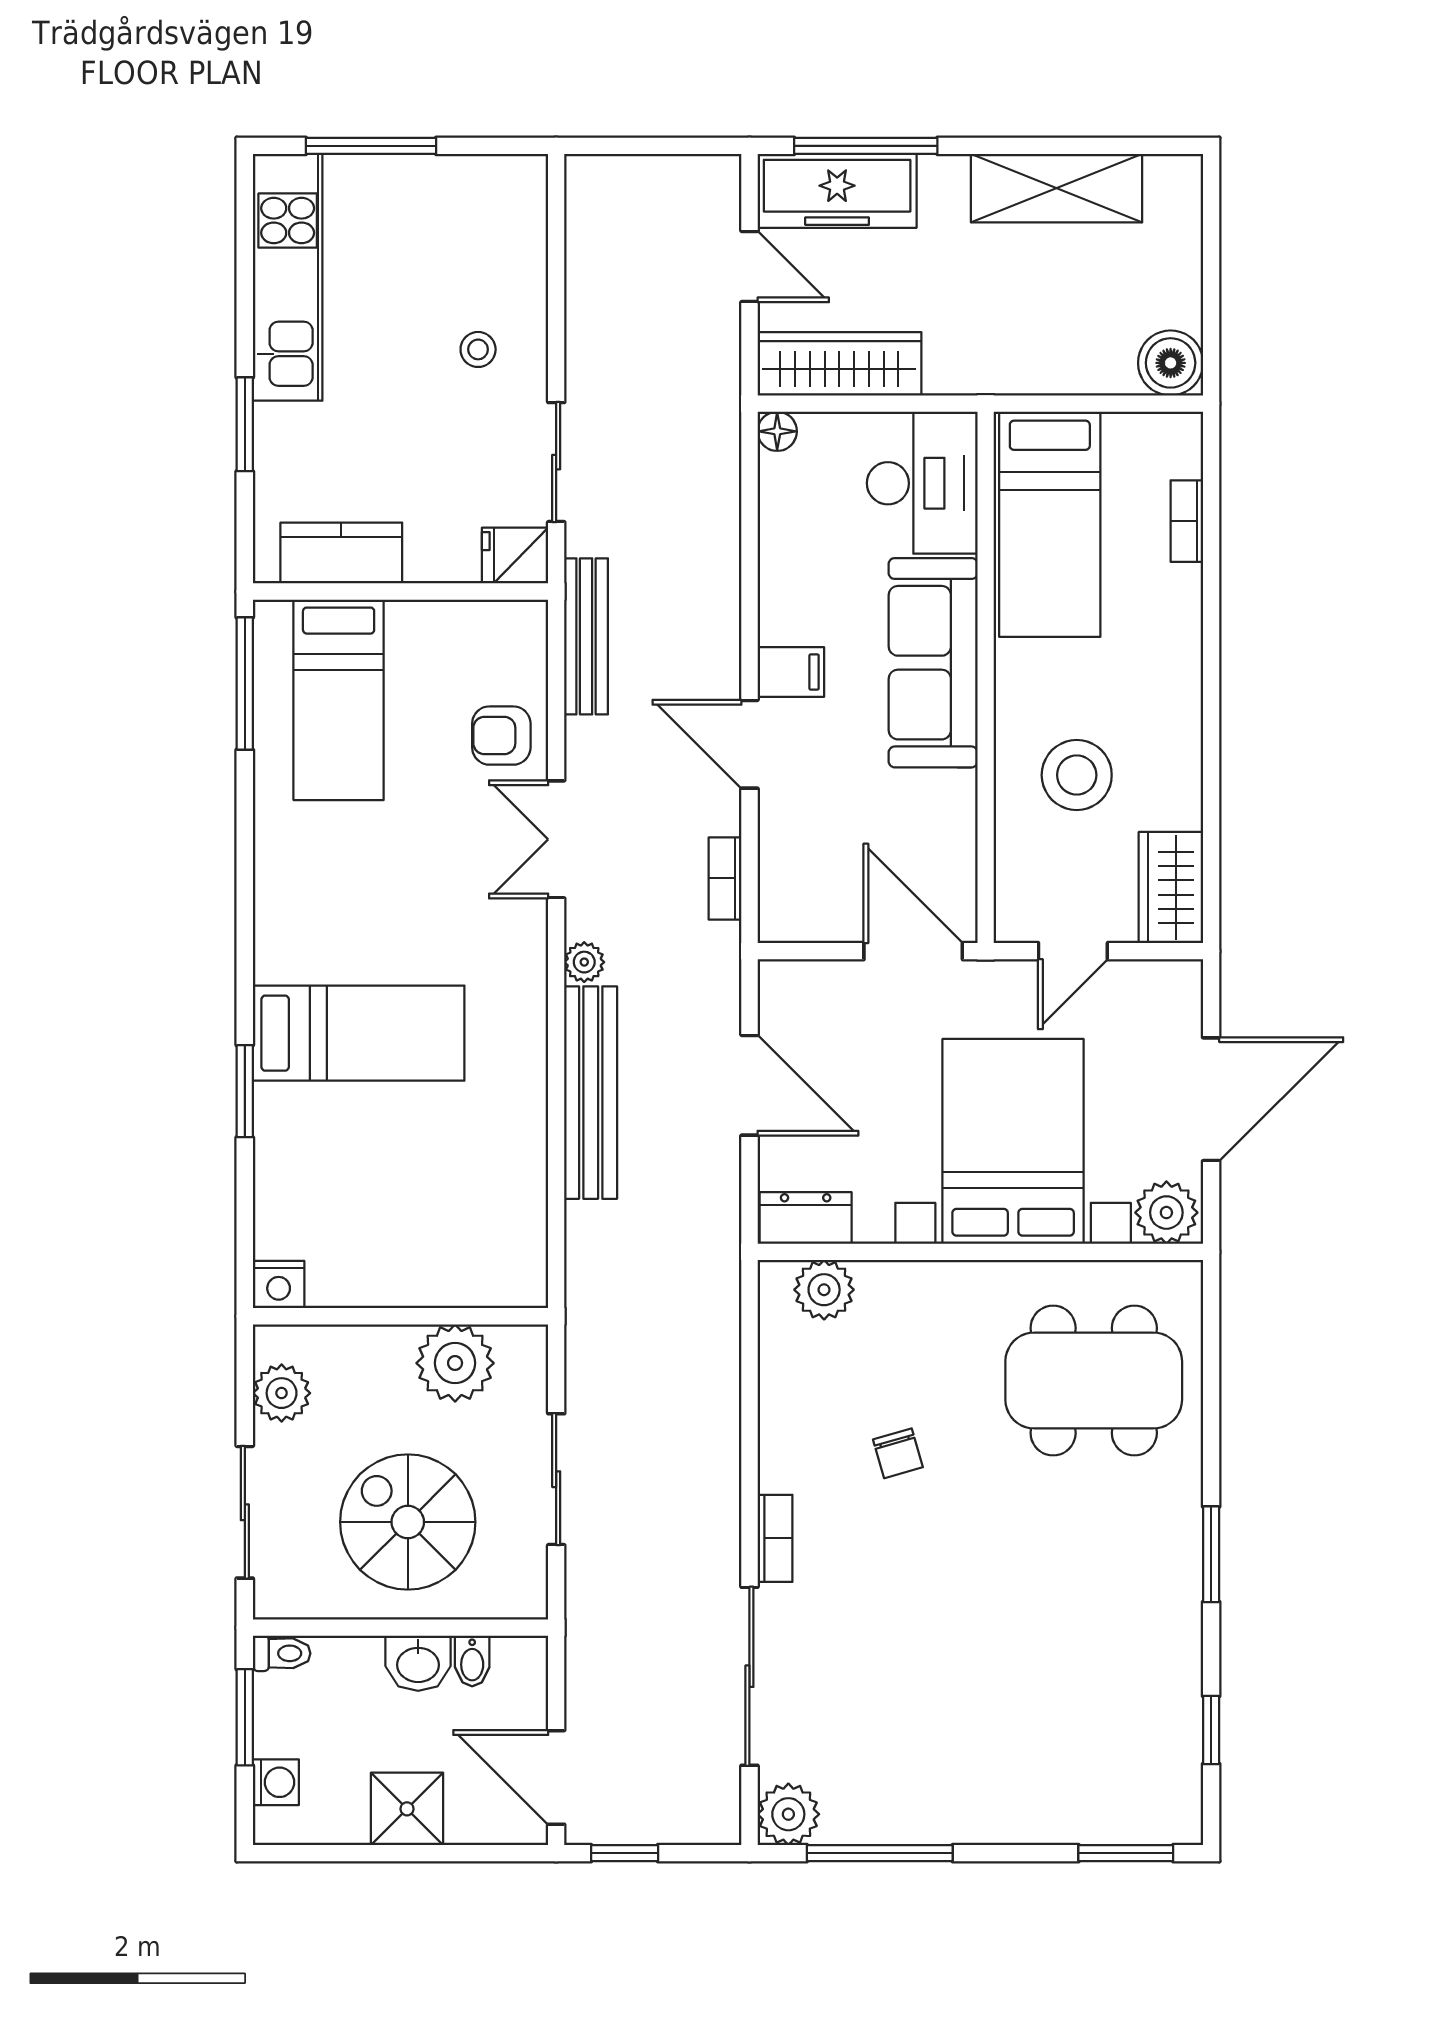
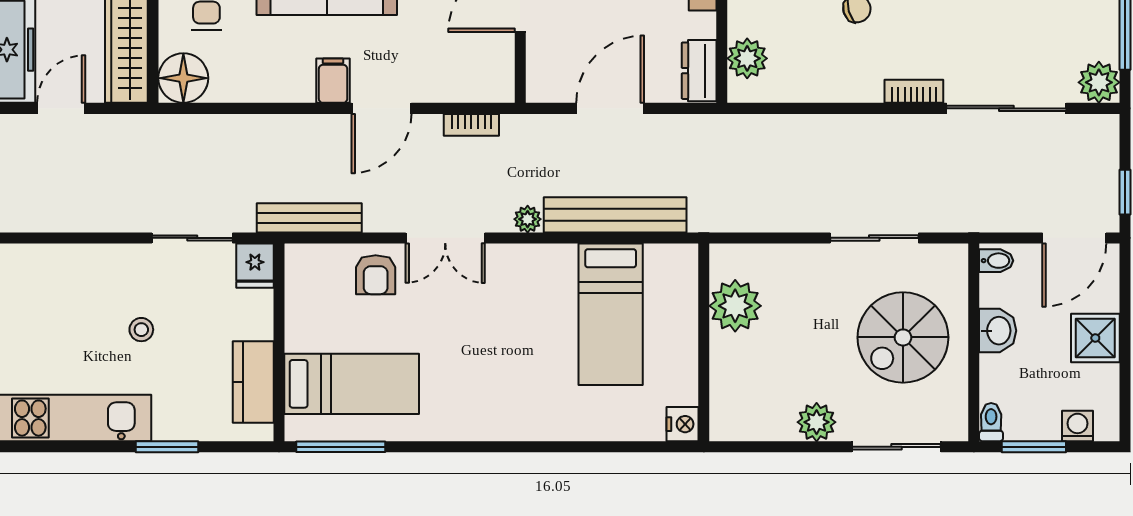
stool: (478, 349) -> (141, 330), moved
floor lamp: (777, 431) -> (183, 78), width x1.89, depth x1.89
bed: (359, 1033) -> (611, 314), moved, turned 180
window: (245, 1091) -> (614, 447), removed
nightstand: (279, 1285) -> (683, 424), moved
wall: (400, 1316) -> (704, 342), moved
plant: (455, 1363) -> (735, 306), moved
bidet: (472, 1661) -> (996, 261), moved

